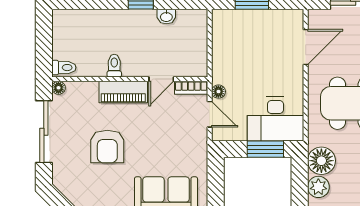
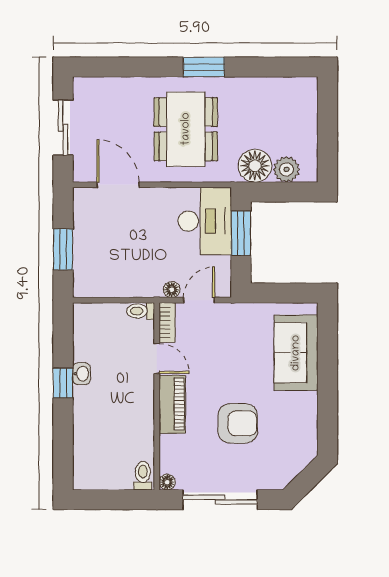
washbasin: (166, 17) -> (81, 374), moved
toilet: (114, 66) -> (141, 311), moved

